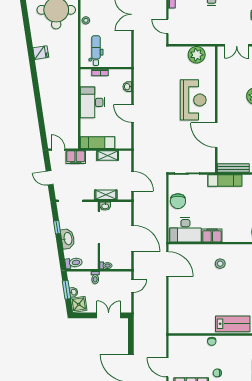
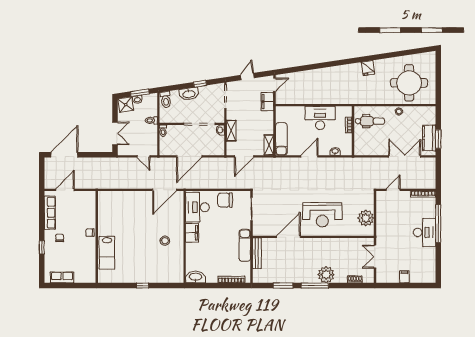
exam couch: (97, 143) -> (281, 139), moved
shelving: (108, 156) -> (269, 145), moved

